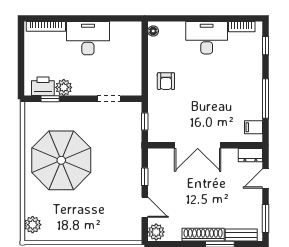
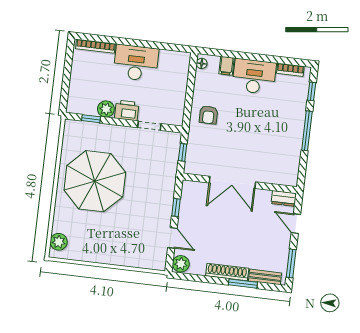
printer: (43, 86) -> (127, 110), moved
window: (265, 99) -> (307, 131), moved
filing cabinet: (253, 127) -> (226, 66), moved, turned -90
door: (265, 179) -> (296, 224), hinge flipped

